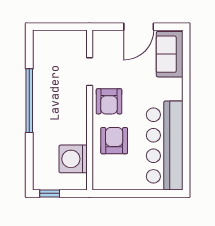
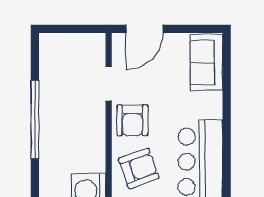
door: (139, 27) -> (144, 29), moved
armchair: (114, 141) -> (139, 168), turned 70

